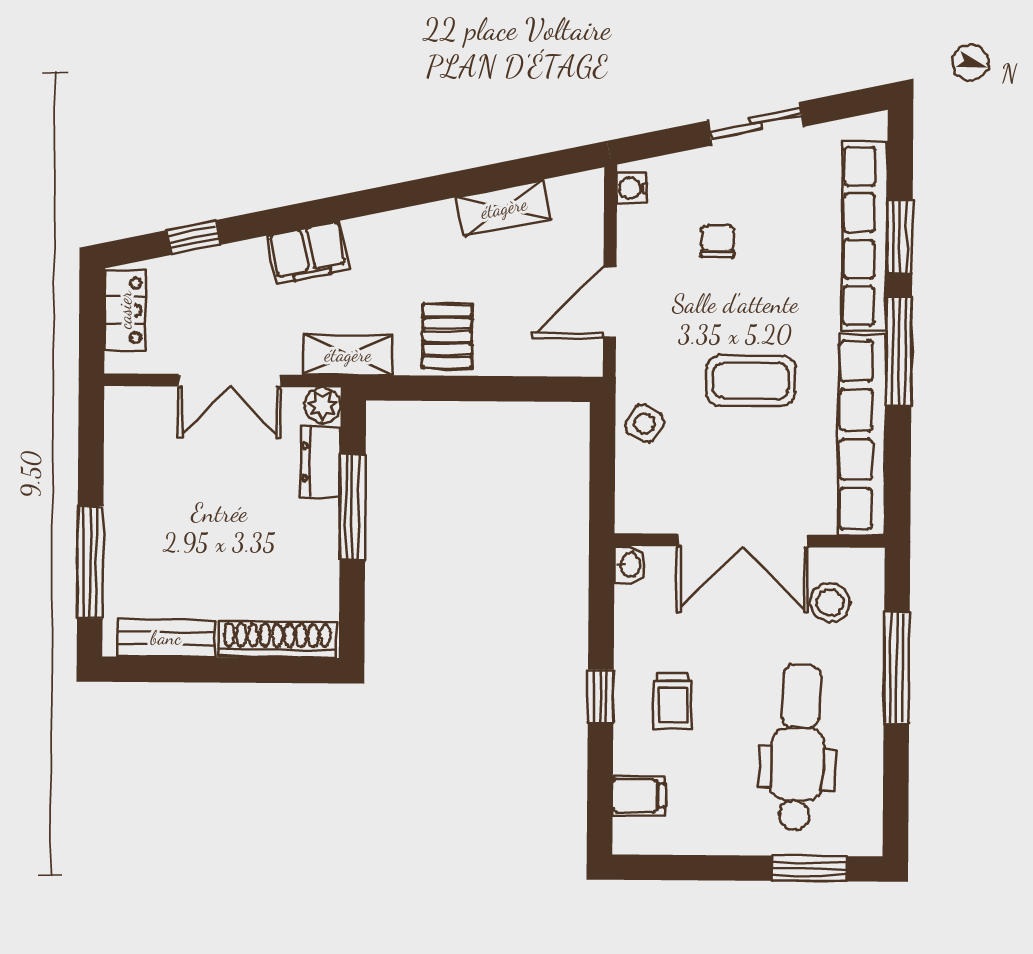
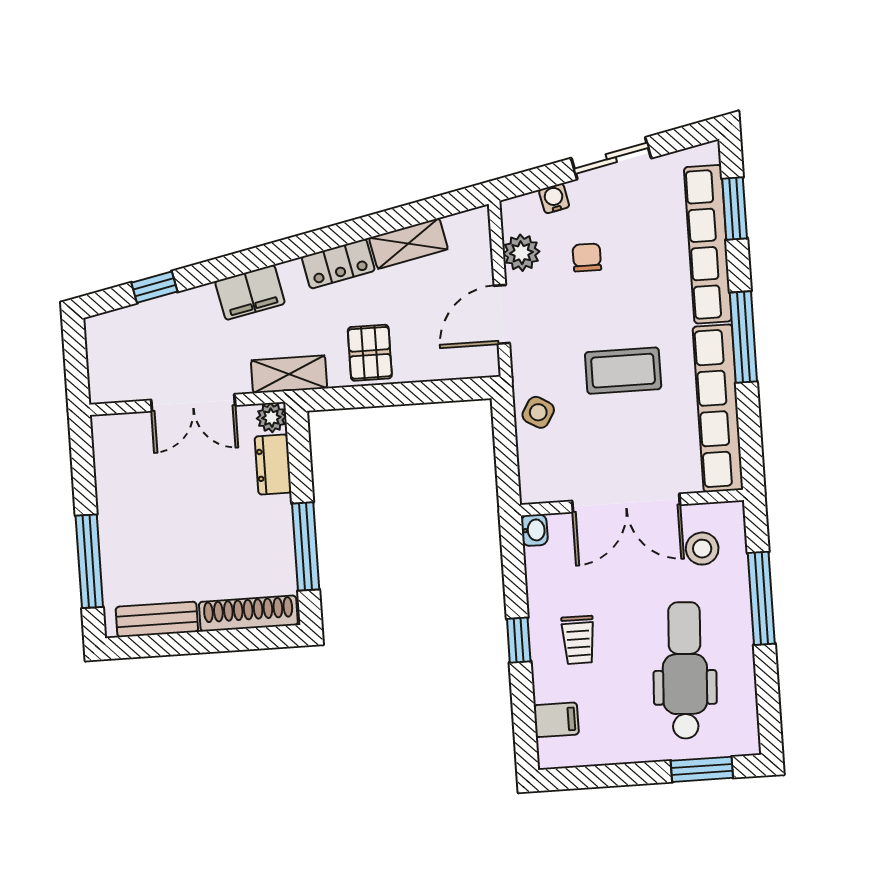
water cooler: (632, 188) -> (554, 198), moved, turned 78
plant: (639, 229) -> (521, 253), added
window: (900, 237) -> (735, 209), moved
locker: (125, 310) -> (338, 264), moved, turned 78
window: (353, 507) -> (306, 546), moved

